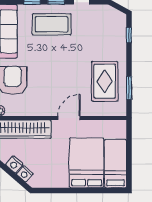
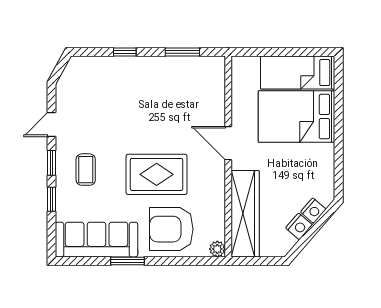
coffee table: (52, 24) -> (86, 170), width x0.54, depth x0.58
window: (129, 35) -> (125, 52), moved
rug: (105, 81) -> (157, 174), moved

